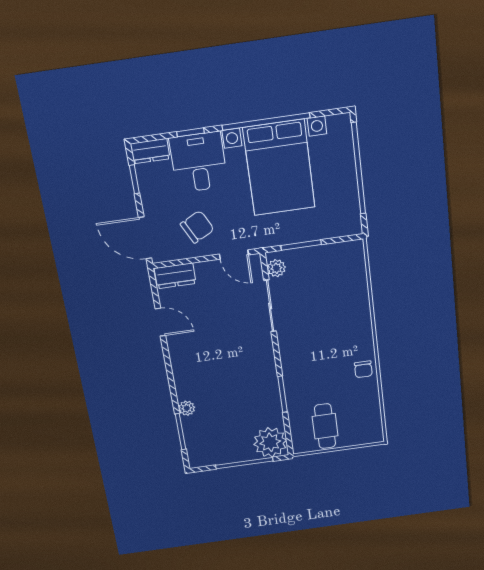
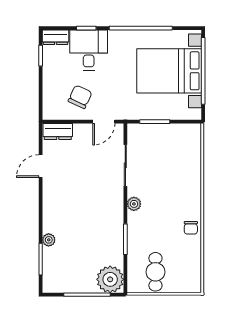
bed with nightstands: (279, 168) -> (169, 71), moved, turned 90
chair: (197, 227) -> (80, 97), turned -38
door: (145, 238) -> (41, 100), removed
door: (234, 255) -> (104, 122), hinge flipped
plant: (276, 268) -> (134, 204), moved
door: (160, 322) -> (41, 166), swing flipped

